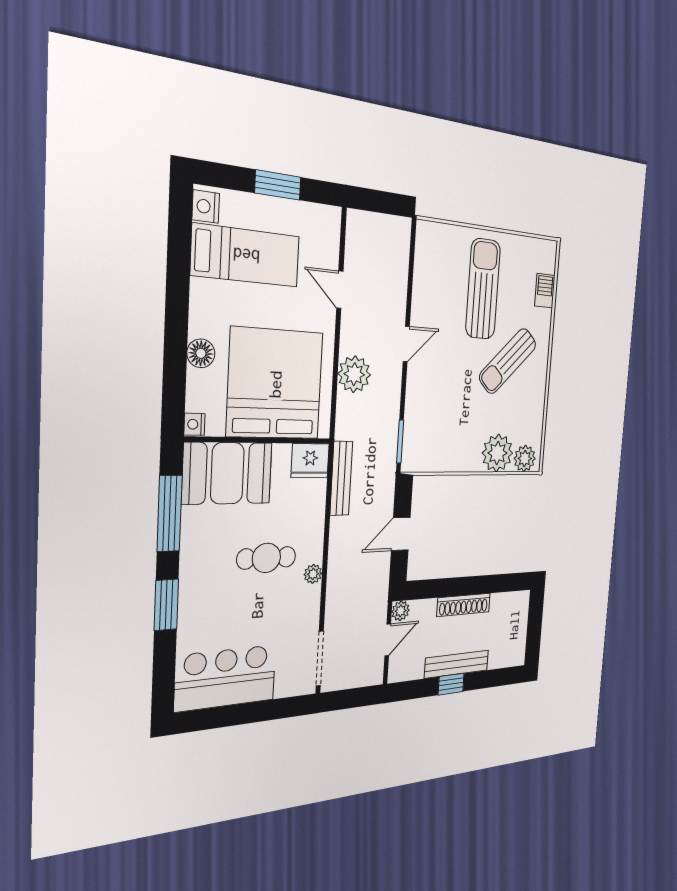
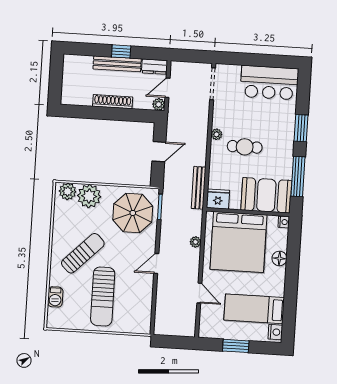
plant: (354, 374) -> (195, 242), width x0.53, depth x0.53
parasol: (439, 429) -> (133, 213), added
dresser: (406, 670) -> (155, 67), added

